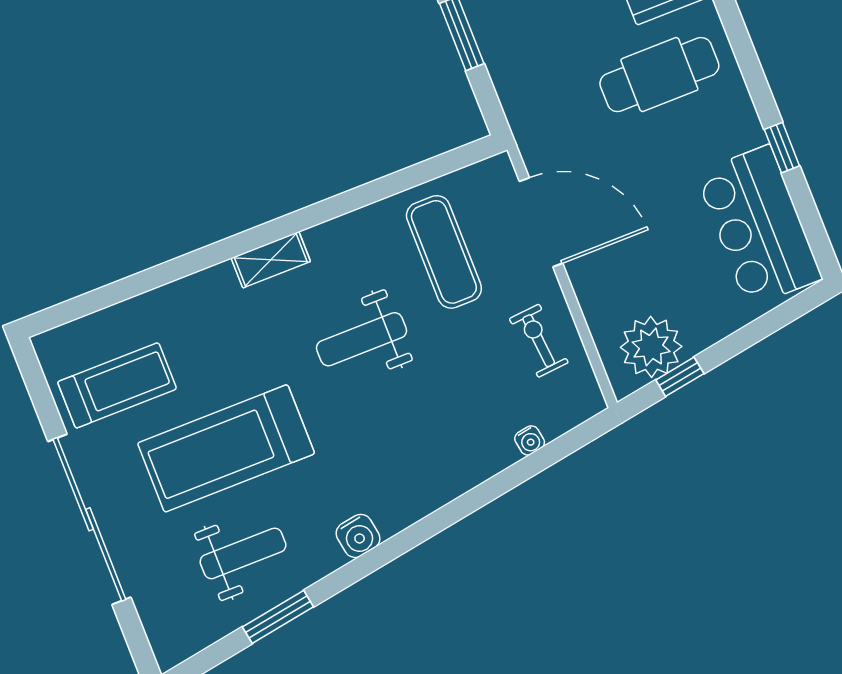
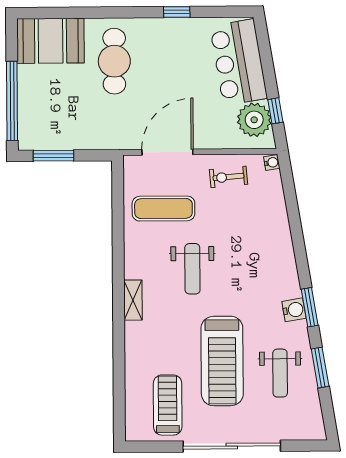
bar counter: (759, 226) -> (239, 62), moved, turned 81
water cooler: (530, 440) -> (272, 163), moved
weight bench: (243, 553) -> (280, 373), turned 180
window: (372, 561) -> (310, 307), added

